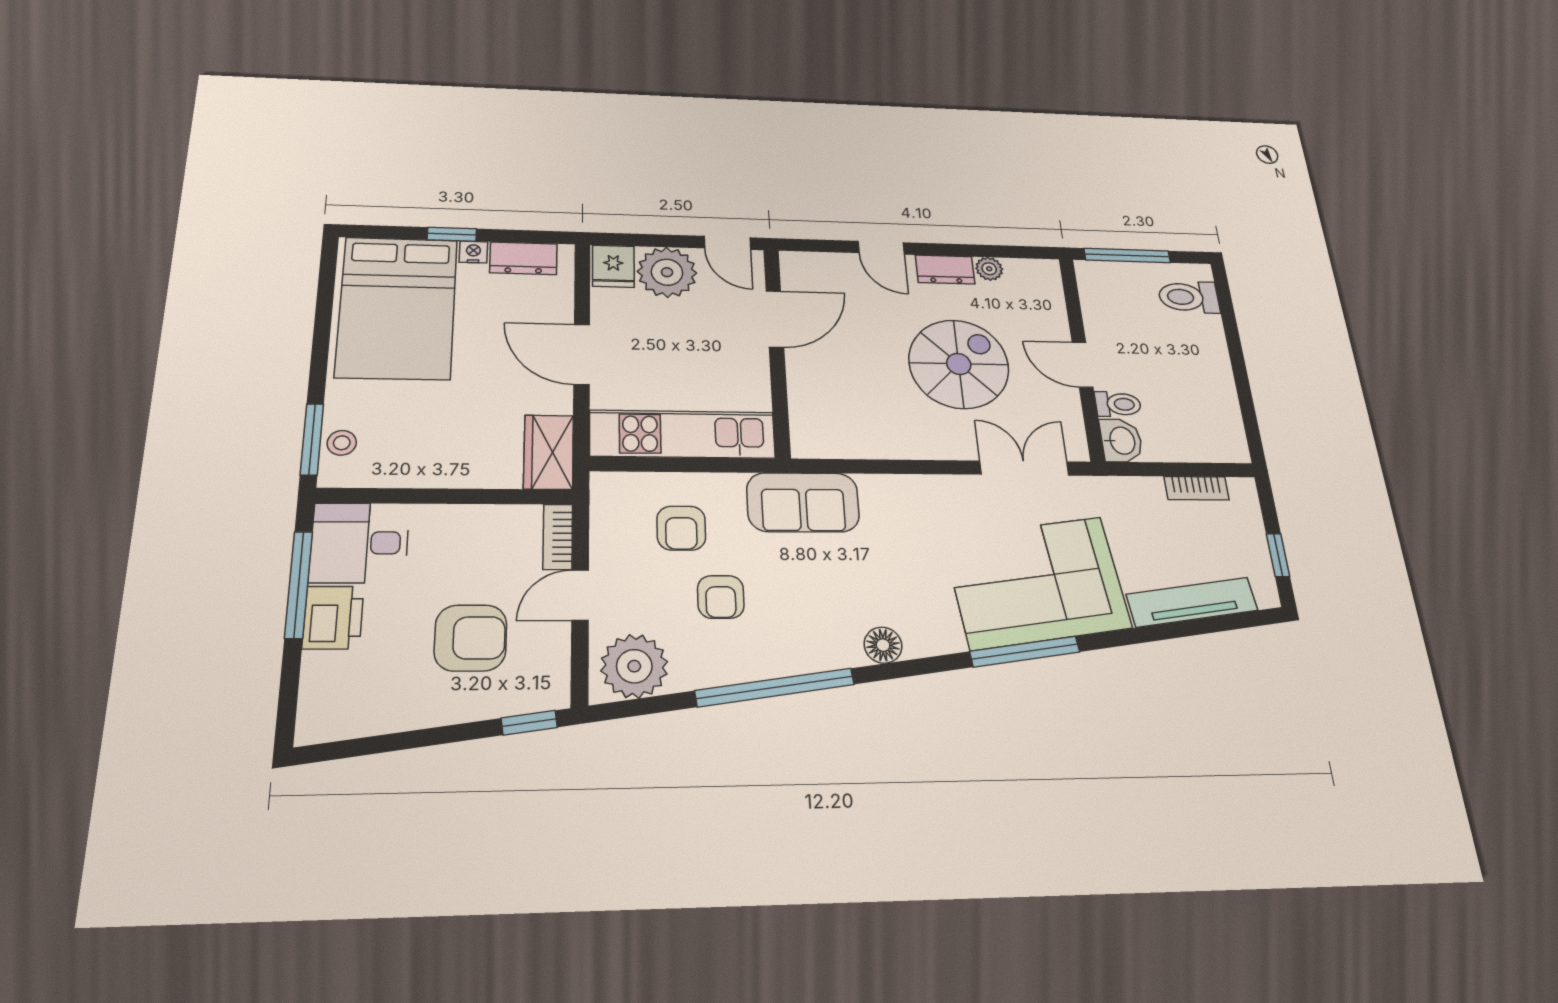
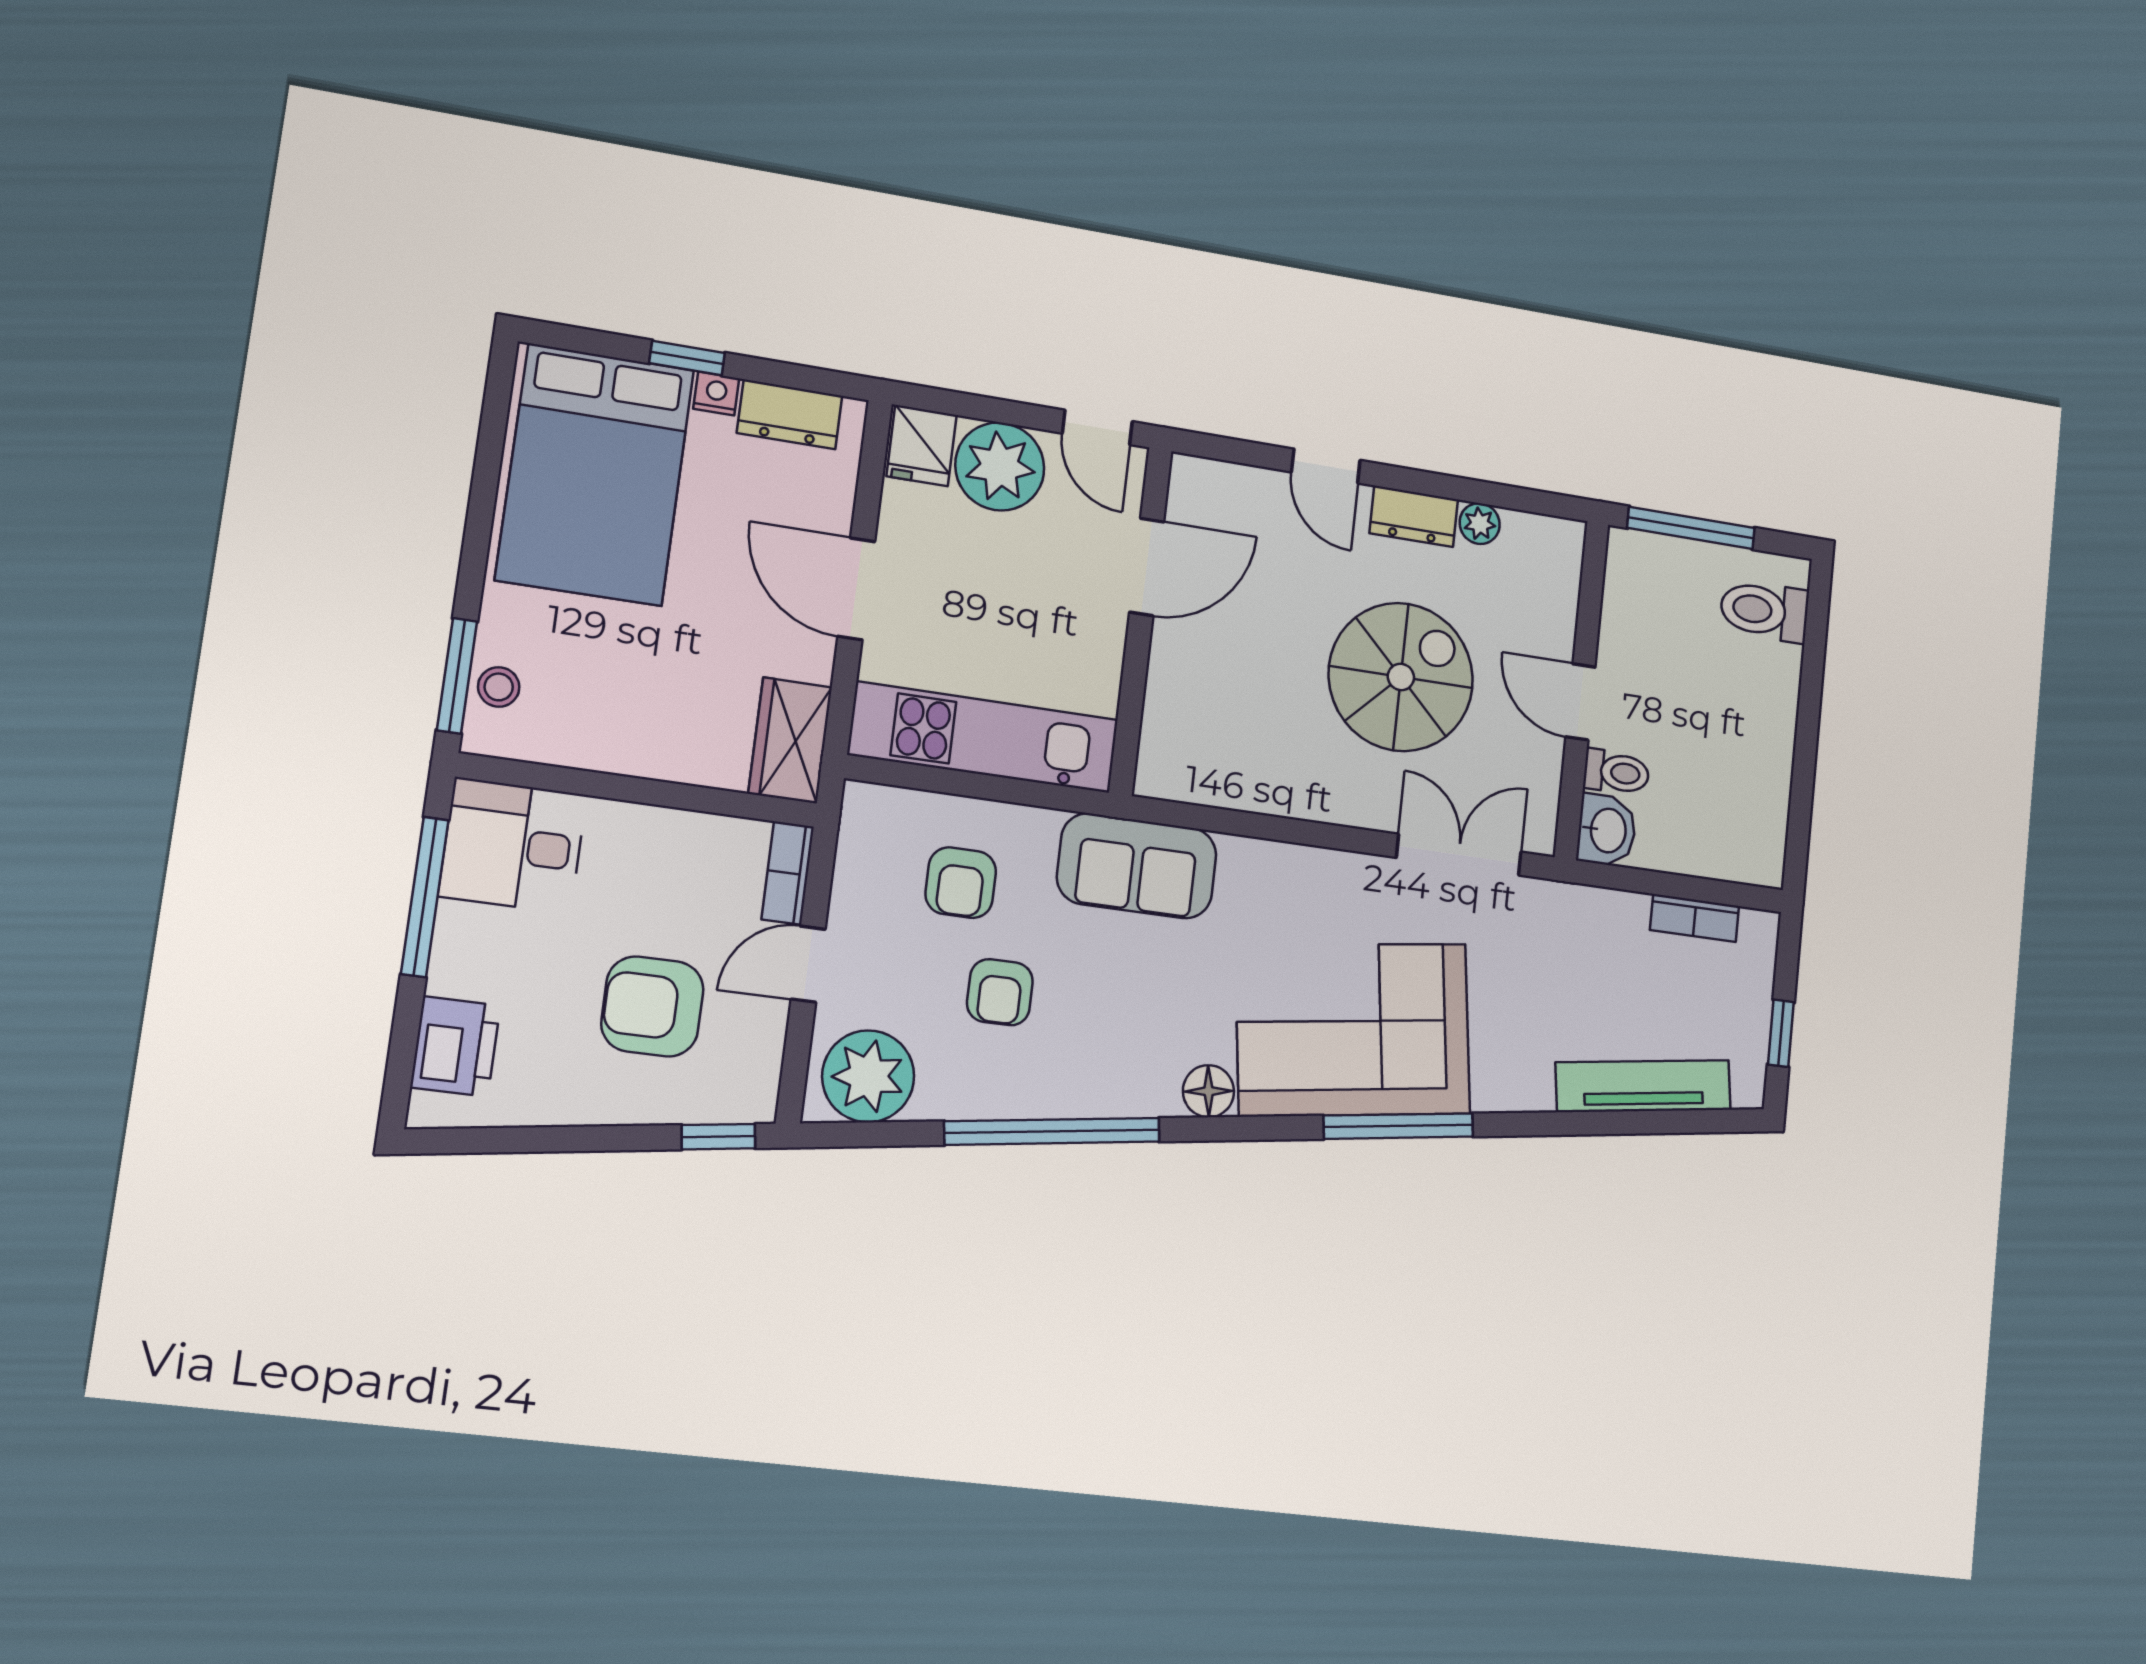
corner sofa: (1037, 582) -> (1353, 1030), moved
printer: (333, 618) -> (455, 1046), moved
armchair: (471, 638) -> (652, 1006), turned 180

